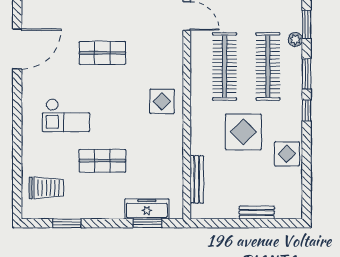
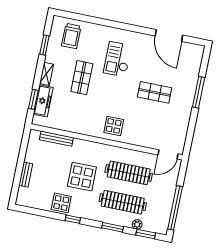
shop shelf: (102, 53) -> (155, 92), turned 90
window: (307, 111) -> (73, 219), moved
shelving: (107, 212) -> (47, 74), added

